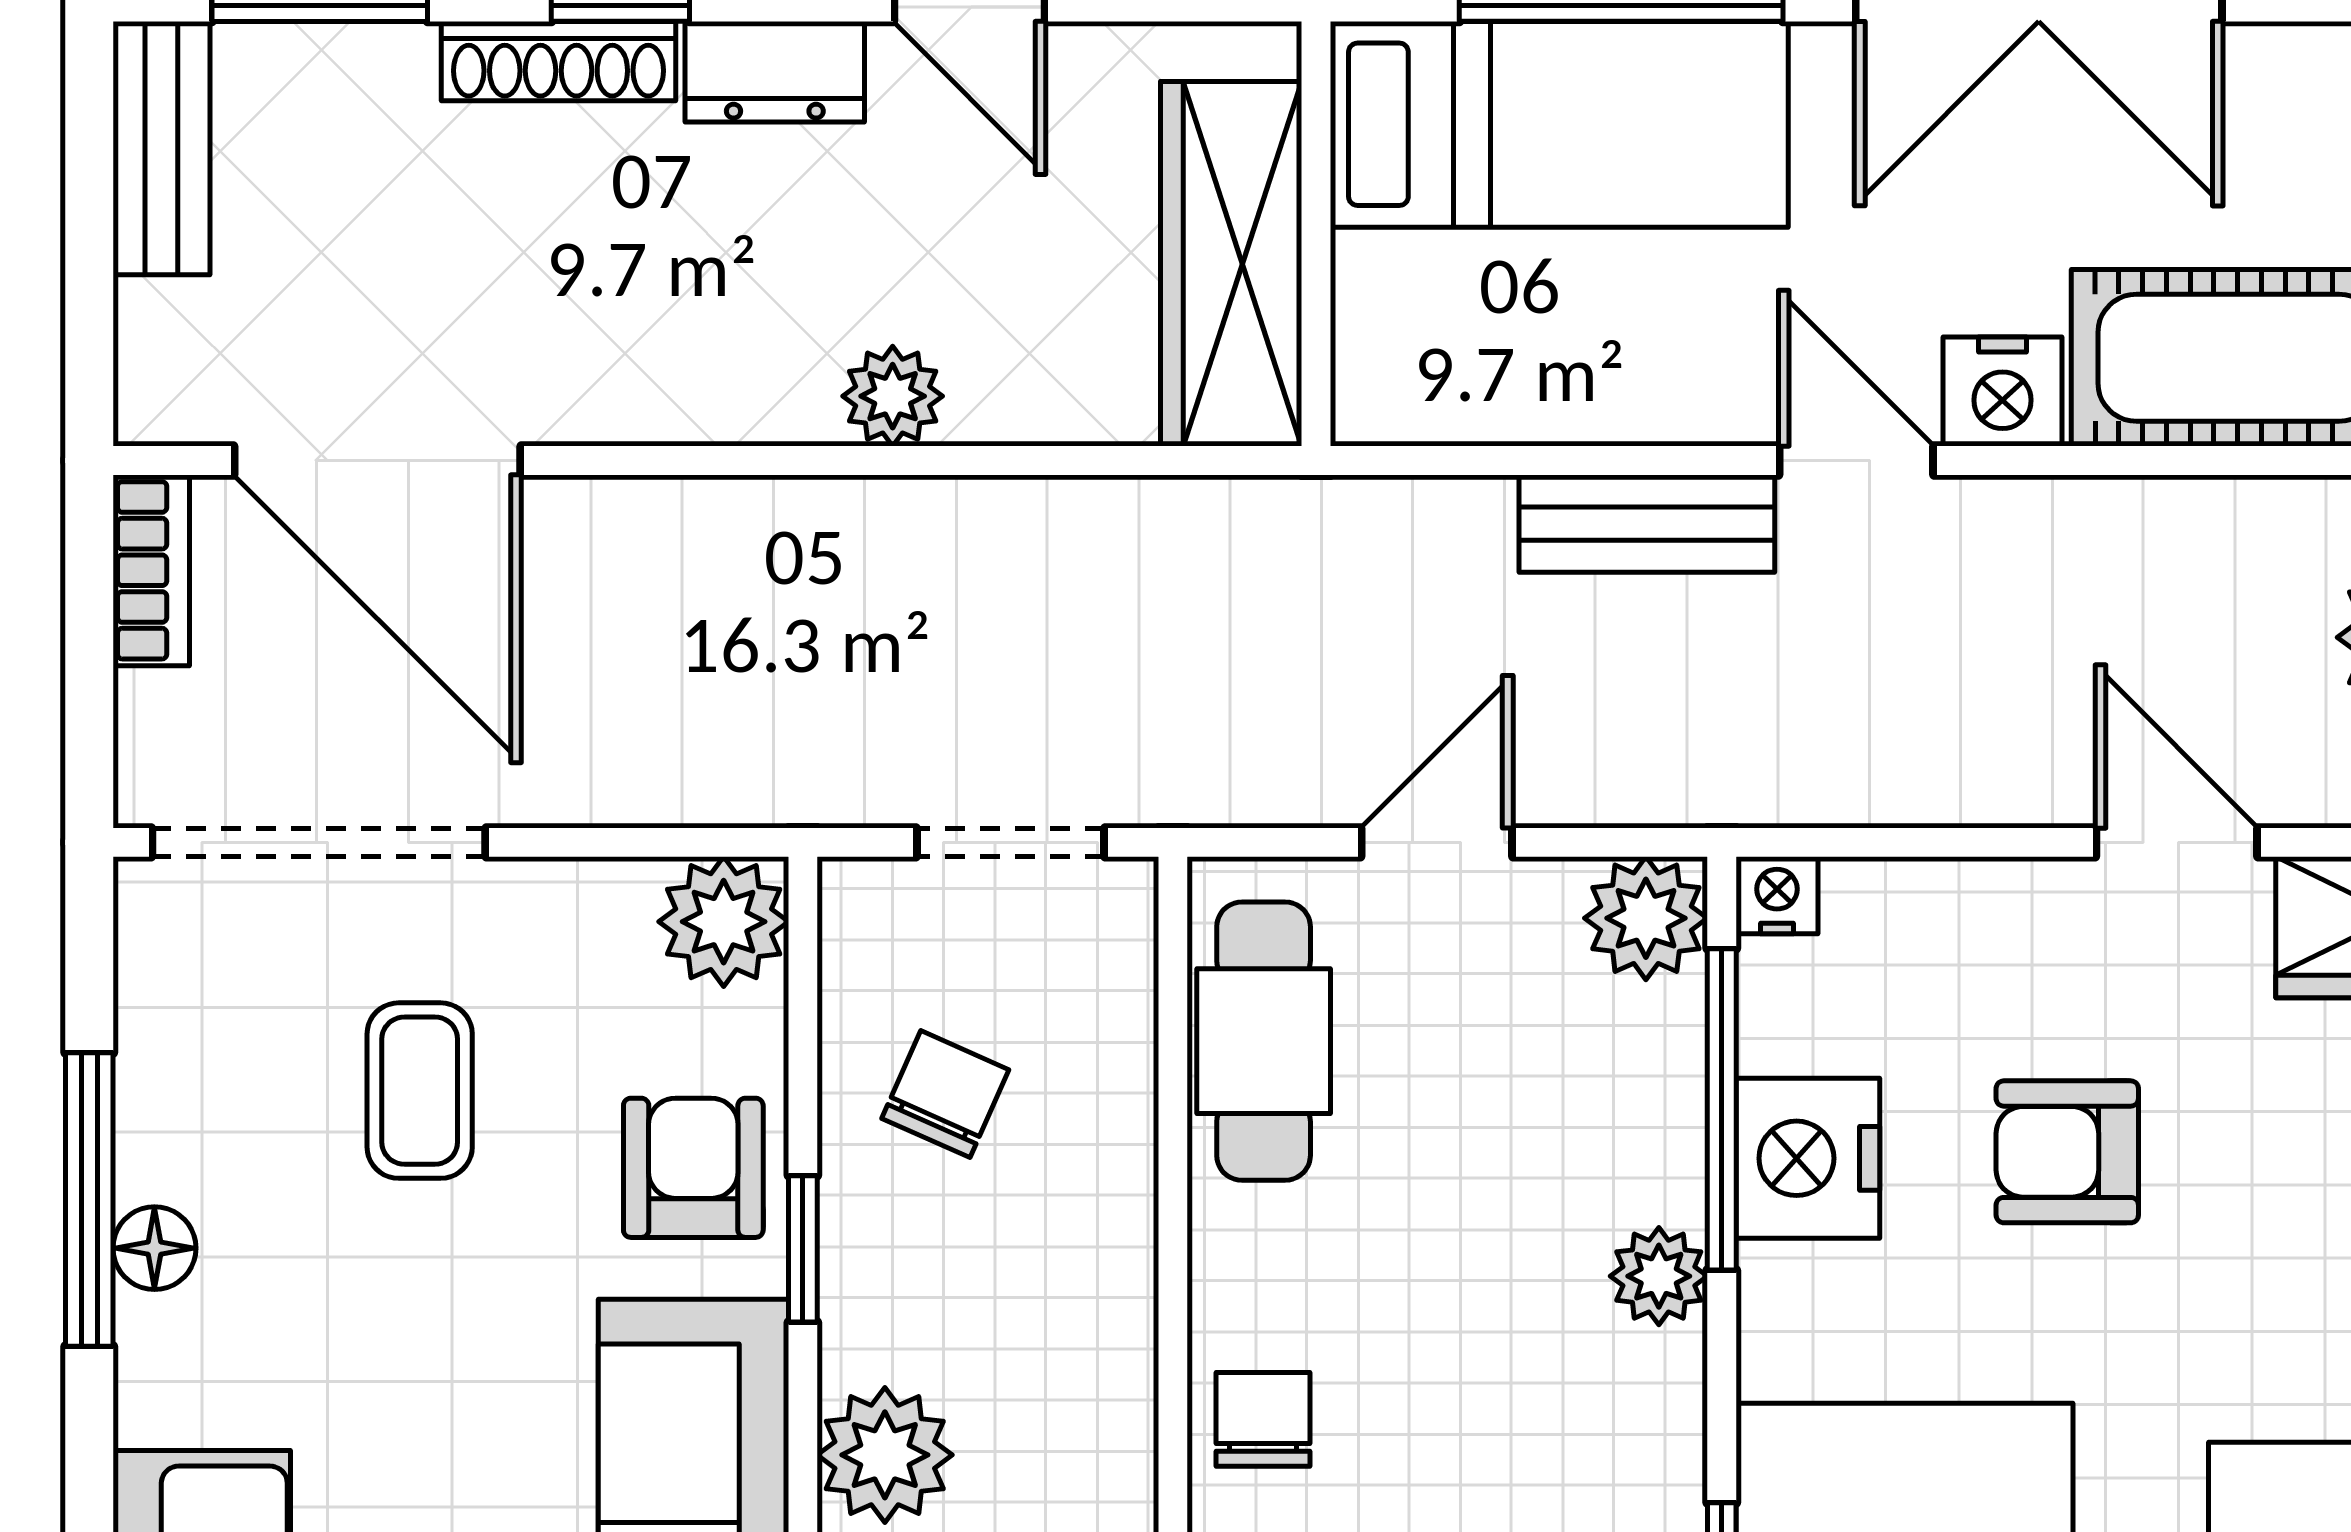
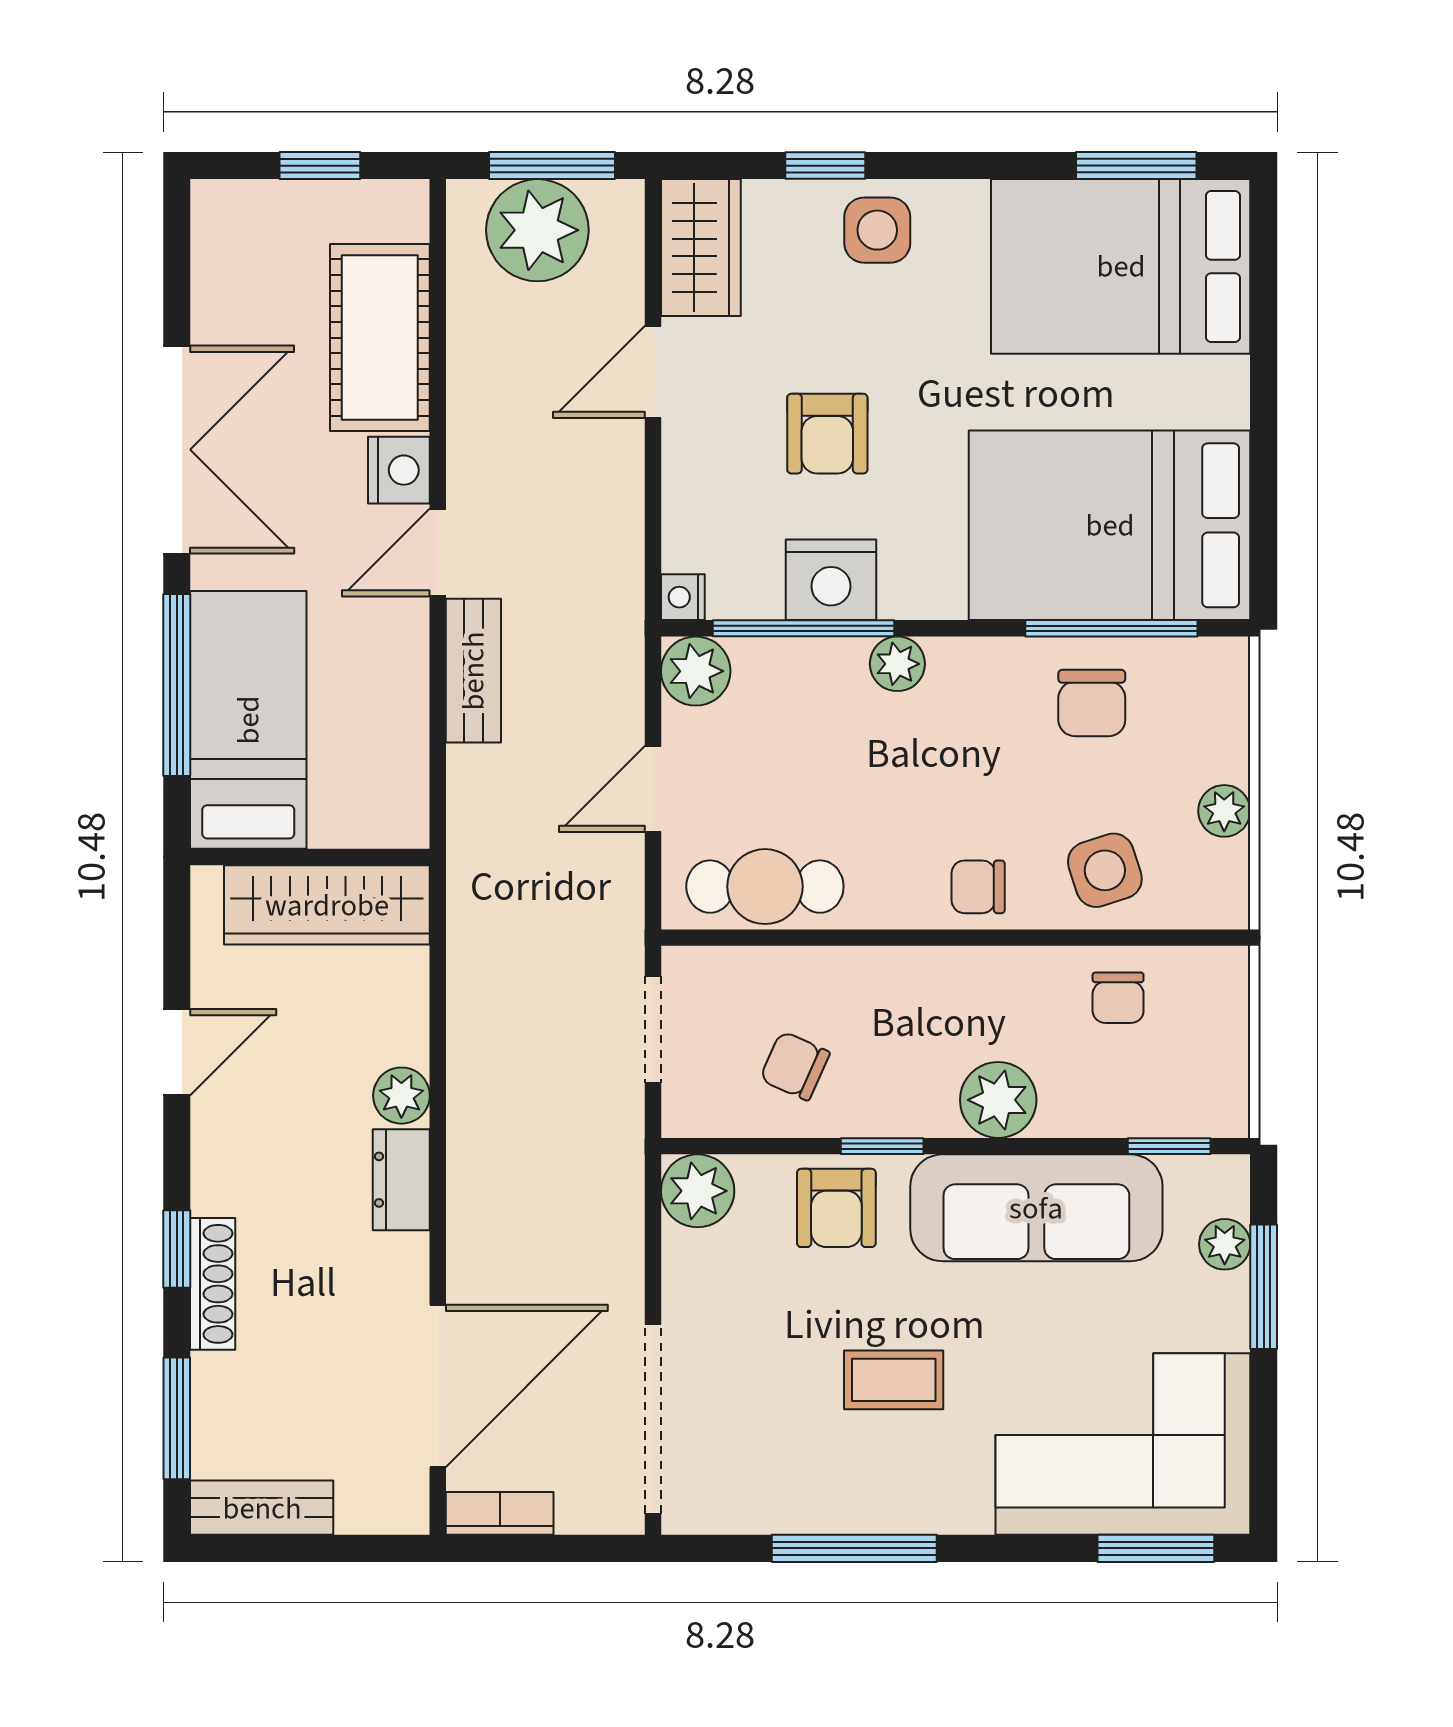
dresser: (775, 72) -> (401, 1180), moved, turned 180
door: (1437, 842) -> (653, 789), hinge flipped
coffee table: (420, 1091) -> (894, 1380), moved
armchair: (693, 1168) -> (836, 1208), turned -90
floor lamp: (154, 1248) -> (882, 1512), removed

